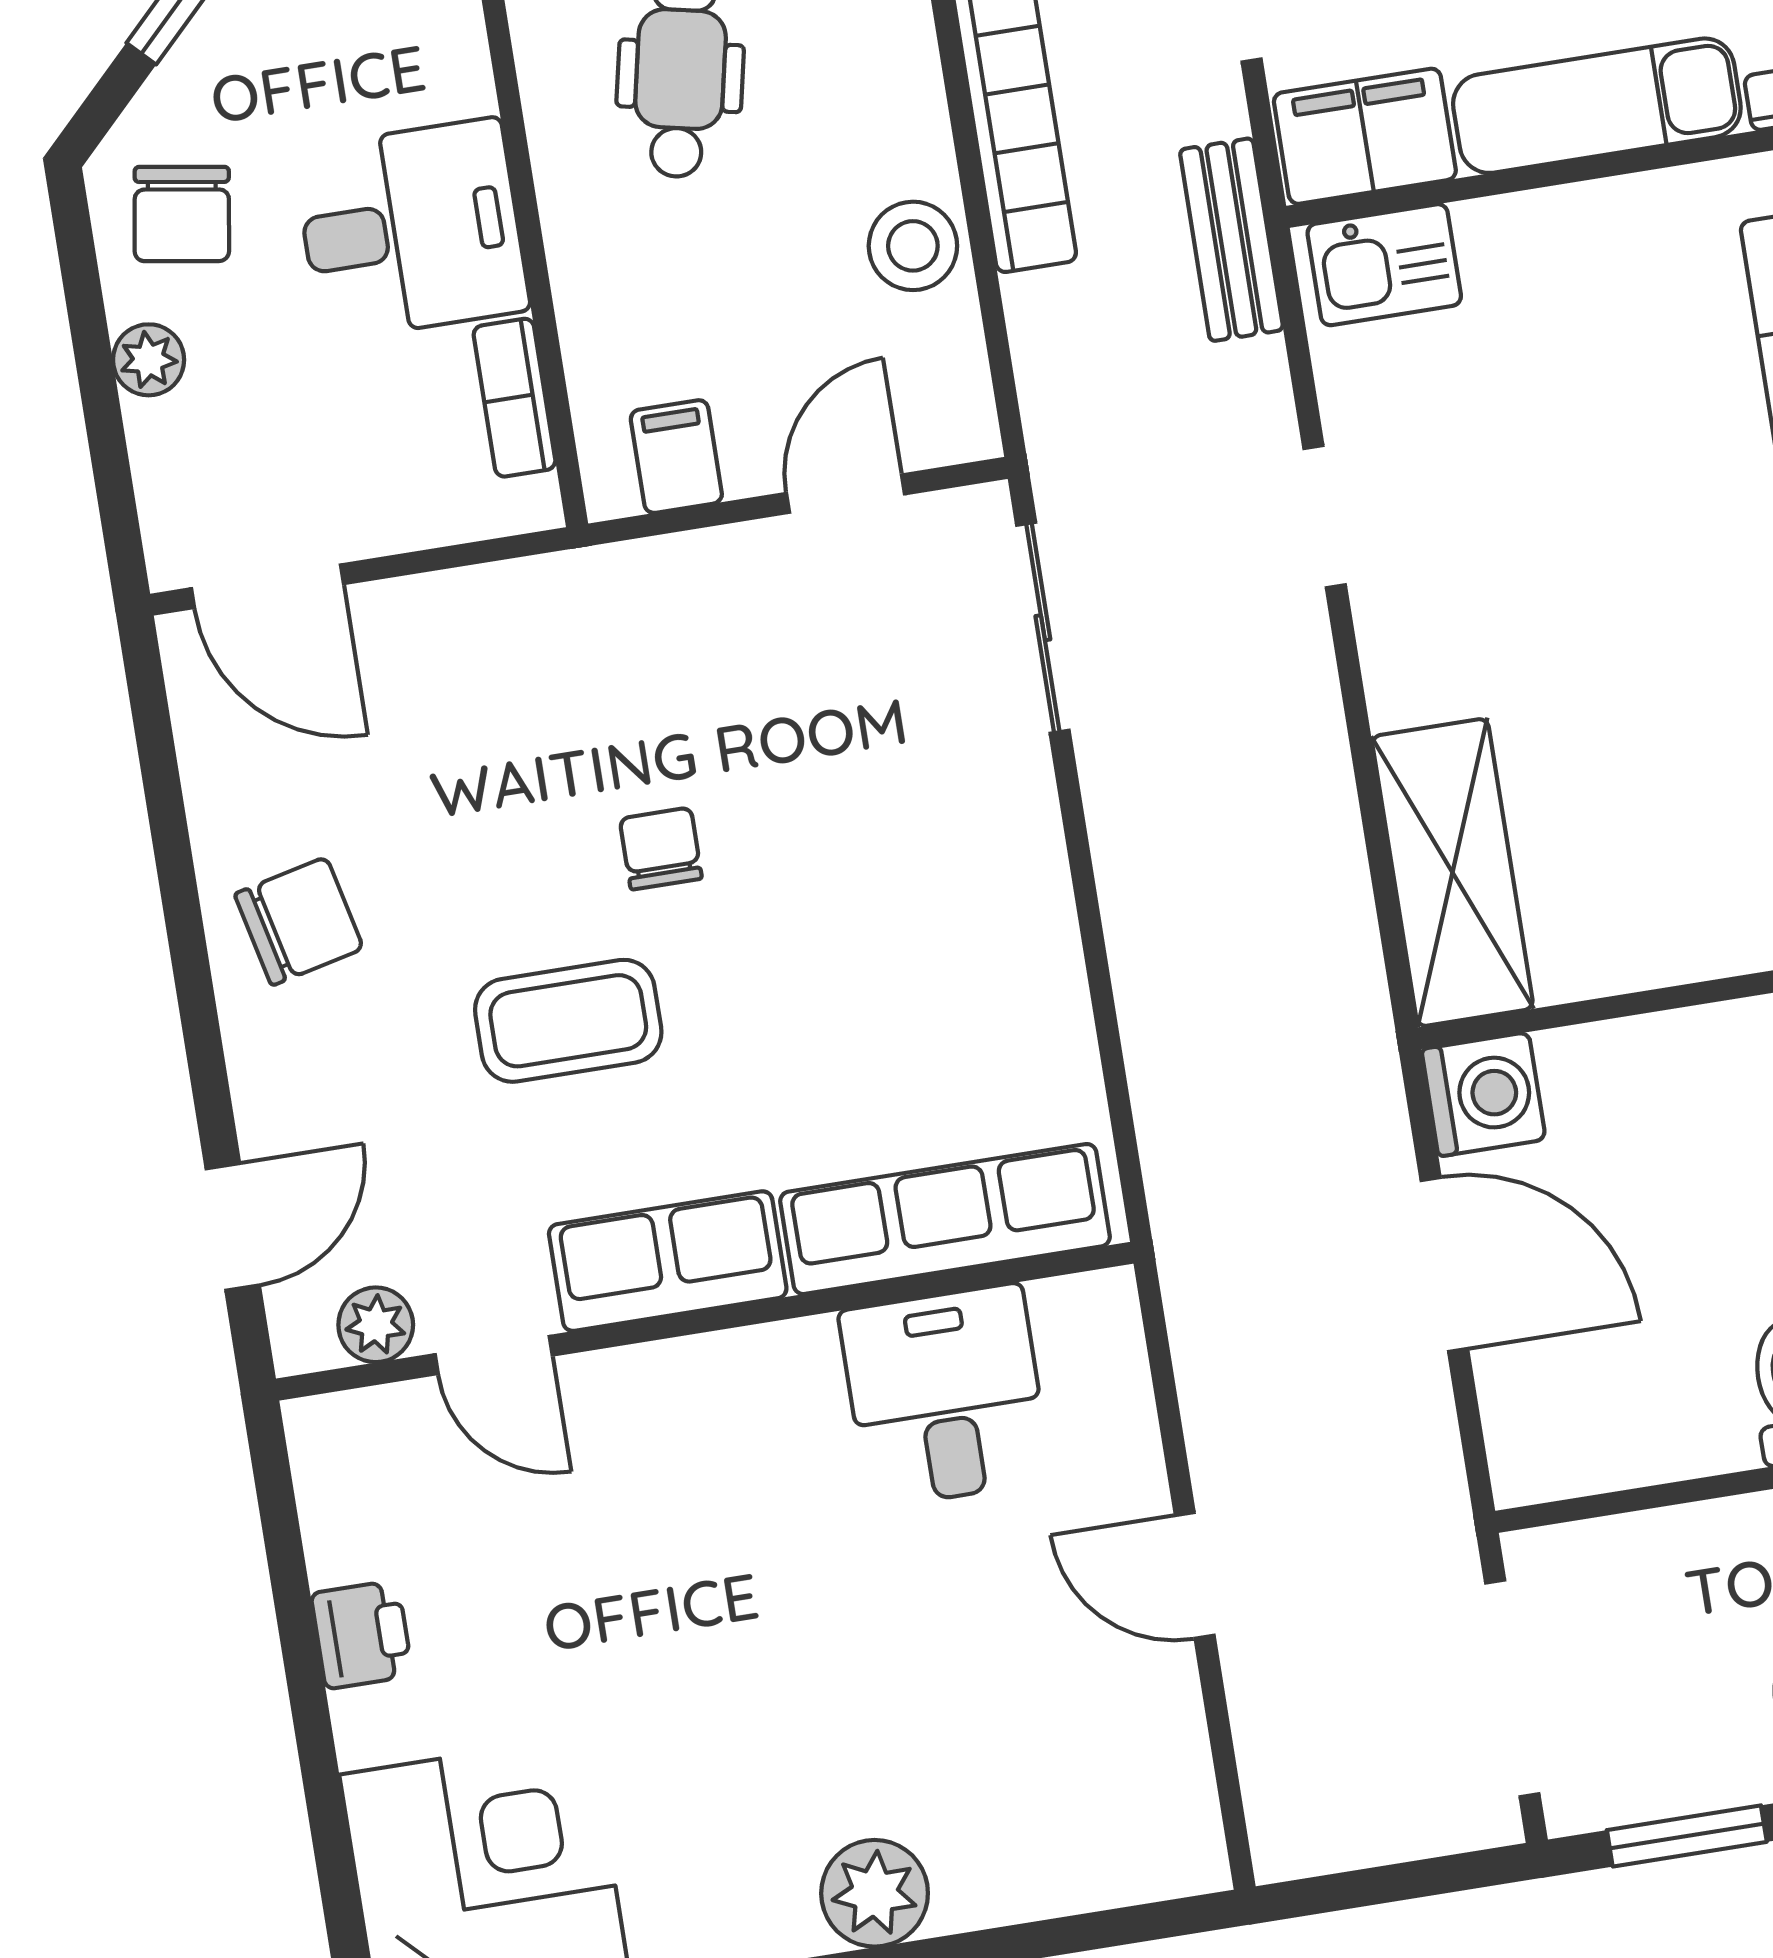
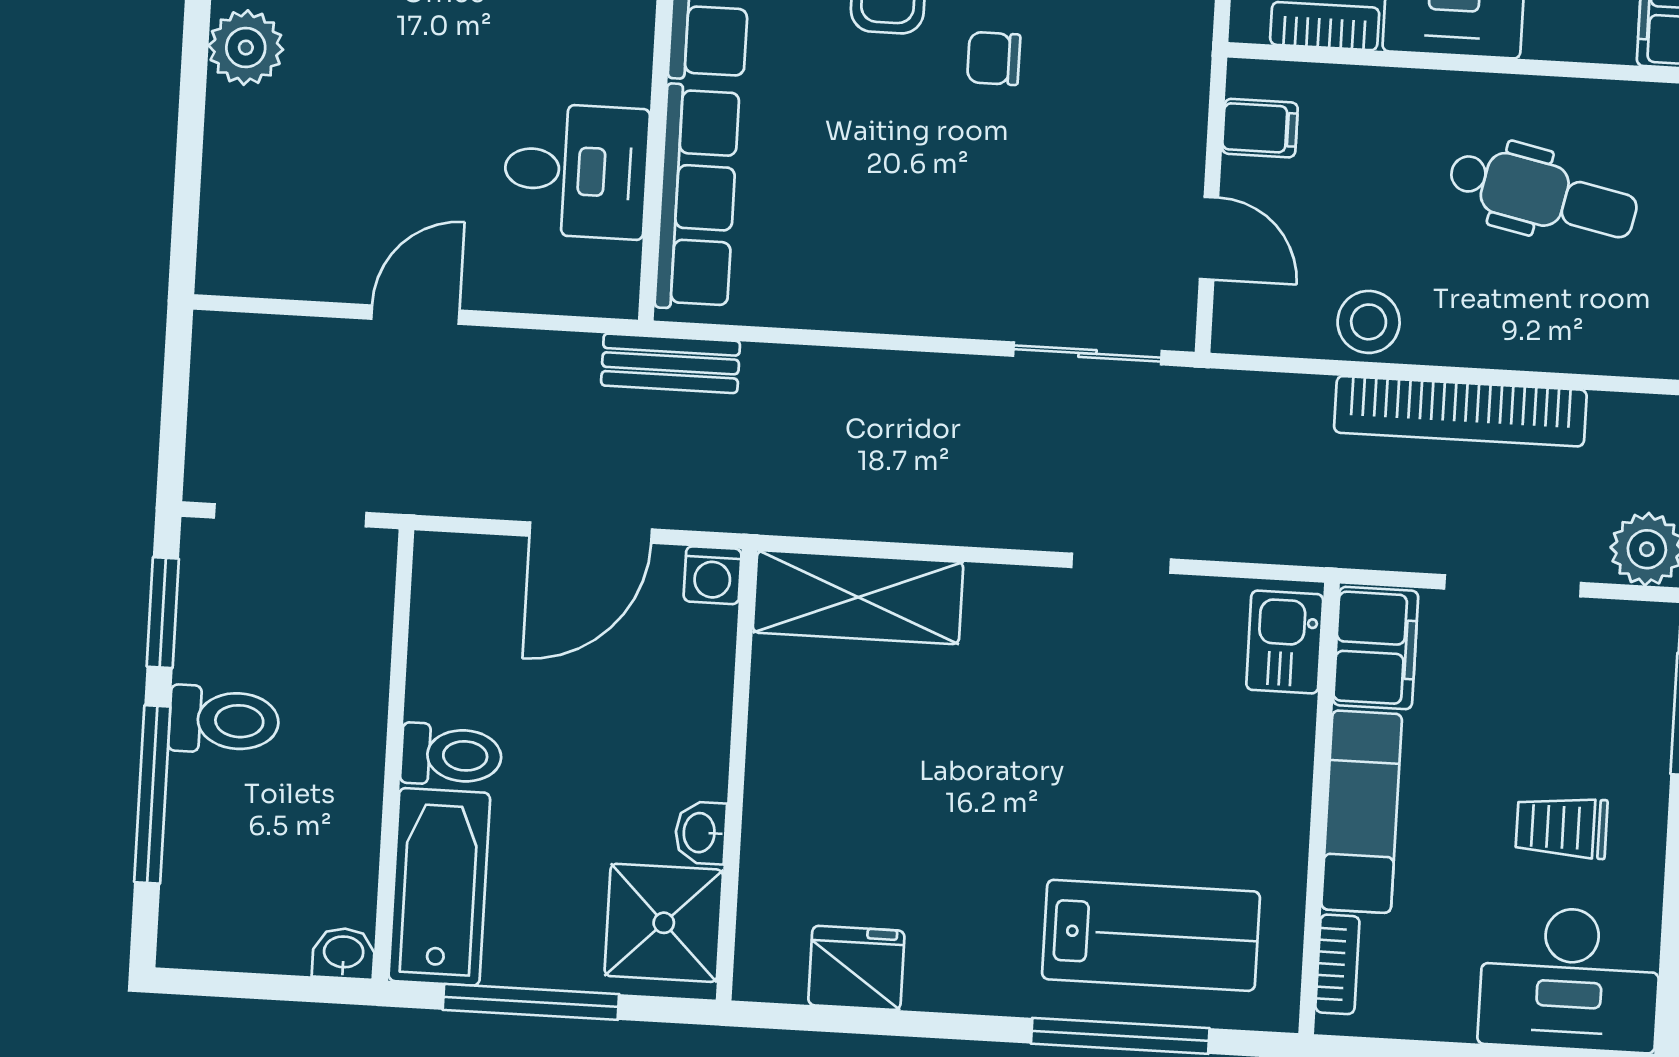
bench: (1231, 240) -> (671, 363), moved
chair: (661, 849) -> (994, 58), turned 180
washing machine: (1484, 1094) -> (712, 575), width x0.73, depth x0.73

